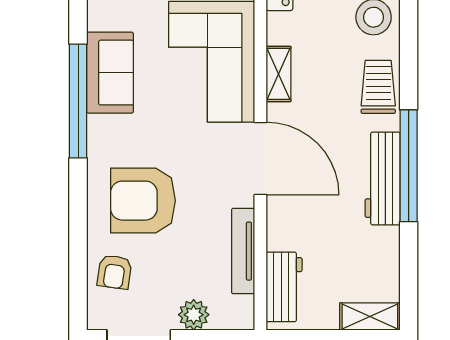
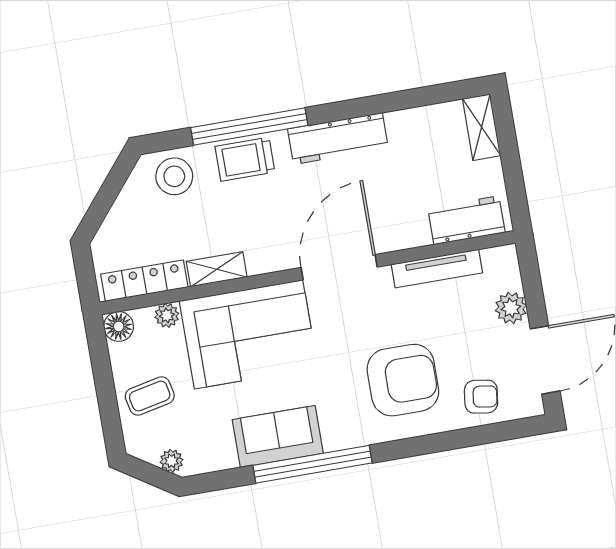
shelving: (279, 74) -> (217, 269), moved
window: (409, 166) -> (249, 126), moved
armchair: (143, 201) -> (403, 380), turned -90

